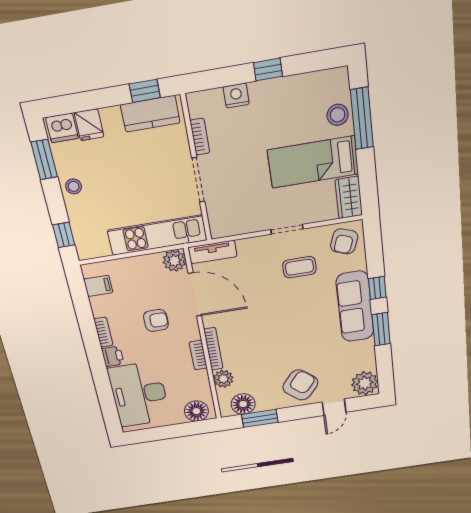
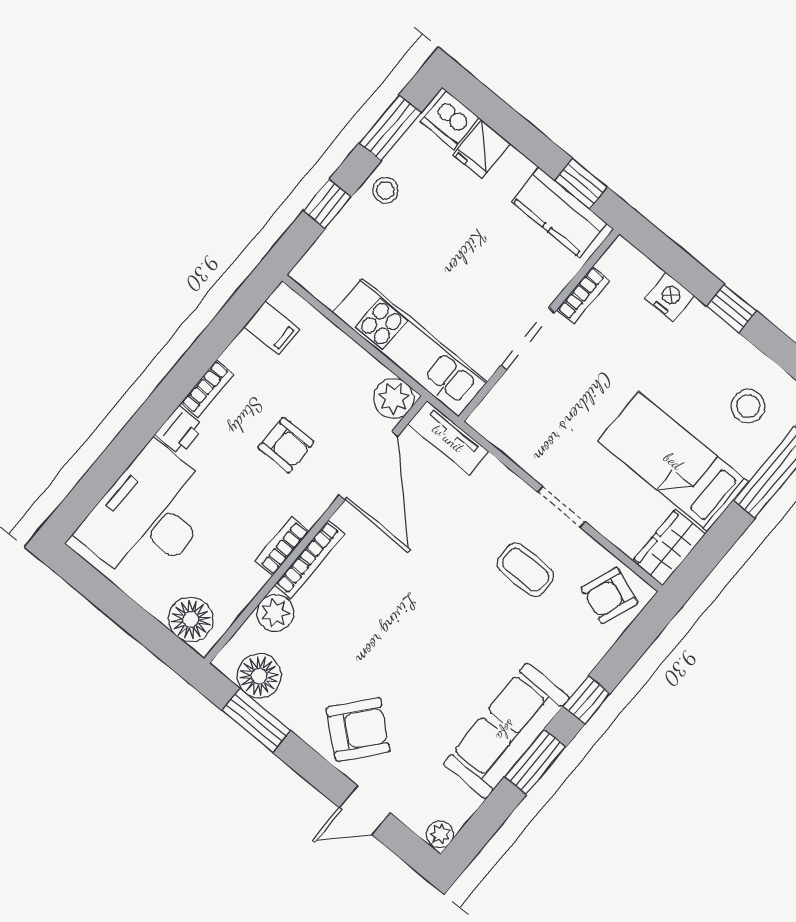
stool: (338, 115) -> (748, 406), moved
window: (64, 235) -> (327, 204), moved
sofa: (355, 307) -> (506, 731), moved
plant: (365, 383) -> (440, 834), width x0.53, depth x0.53

